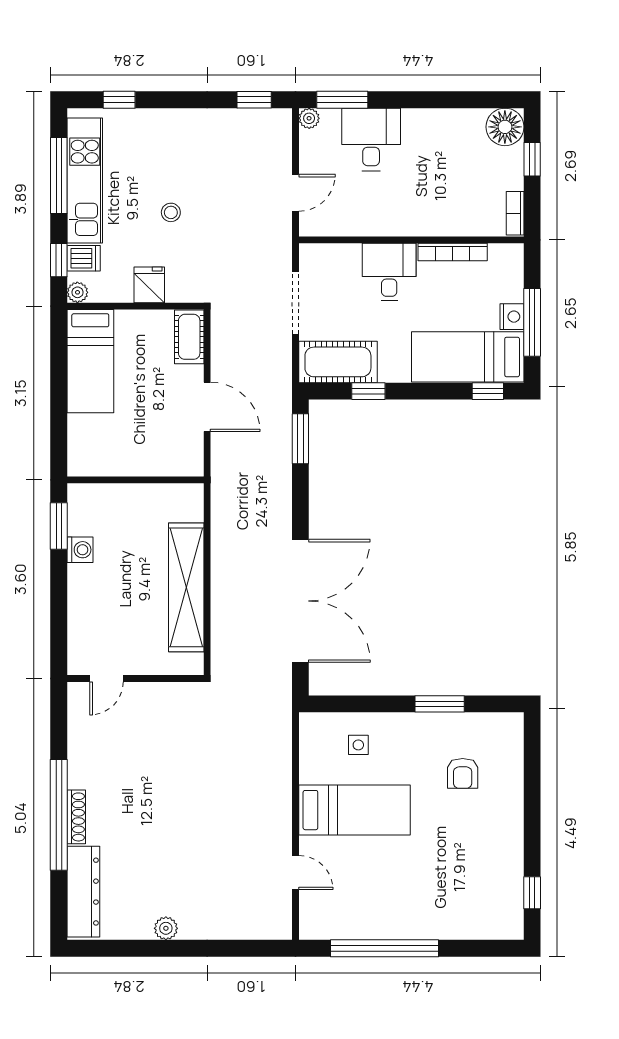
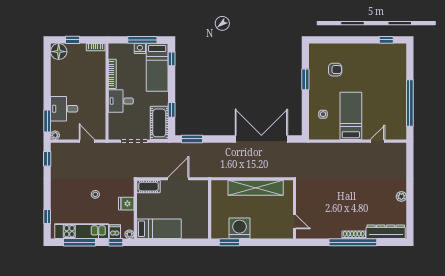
washing machine: (80, 550) -> (240, 228), width x1.89, depth x1.89

